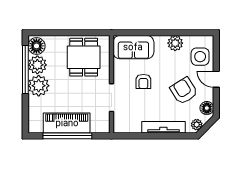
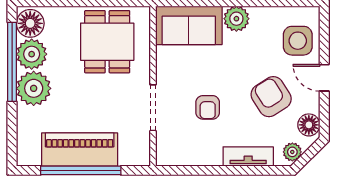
plant: (175, 43) -> (236, 19), moved
armchair: (143, 81) -> (208, 107), moved
tv unit: (163, 127) -> (248, 156), width x0.71

